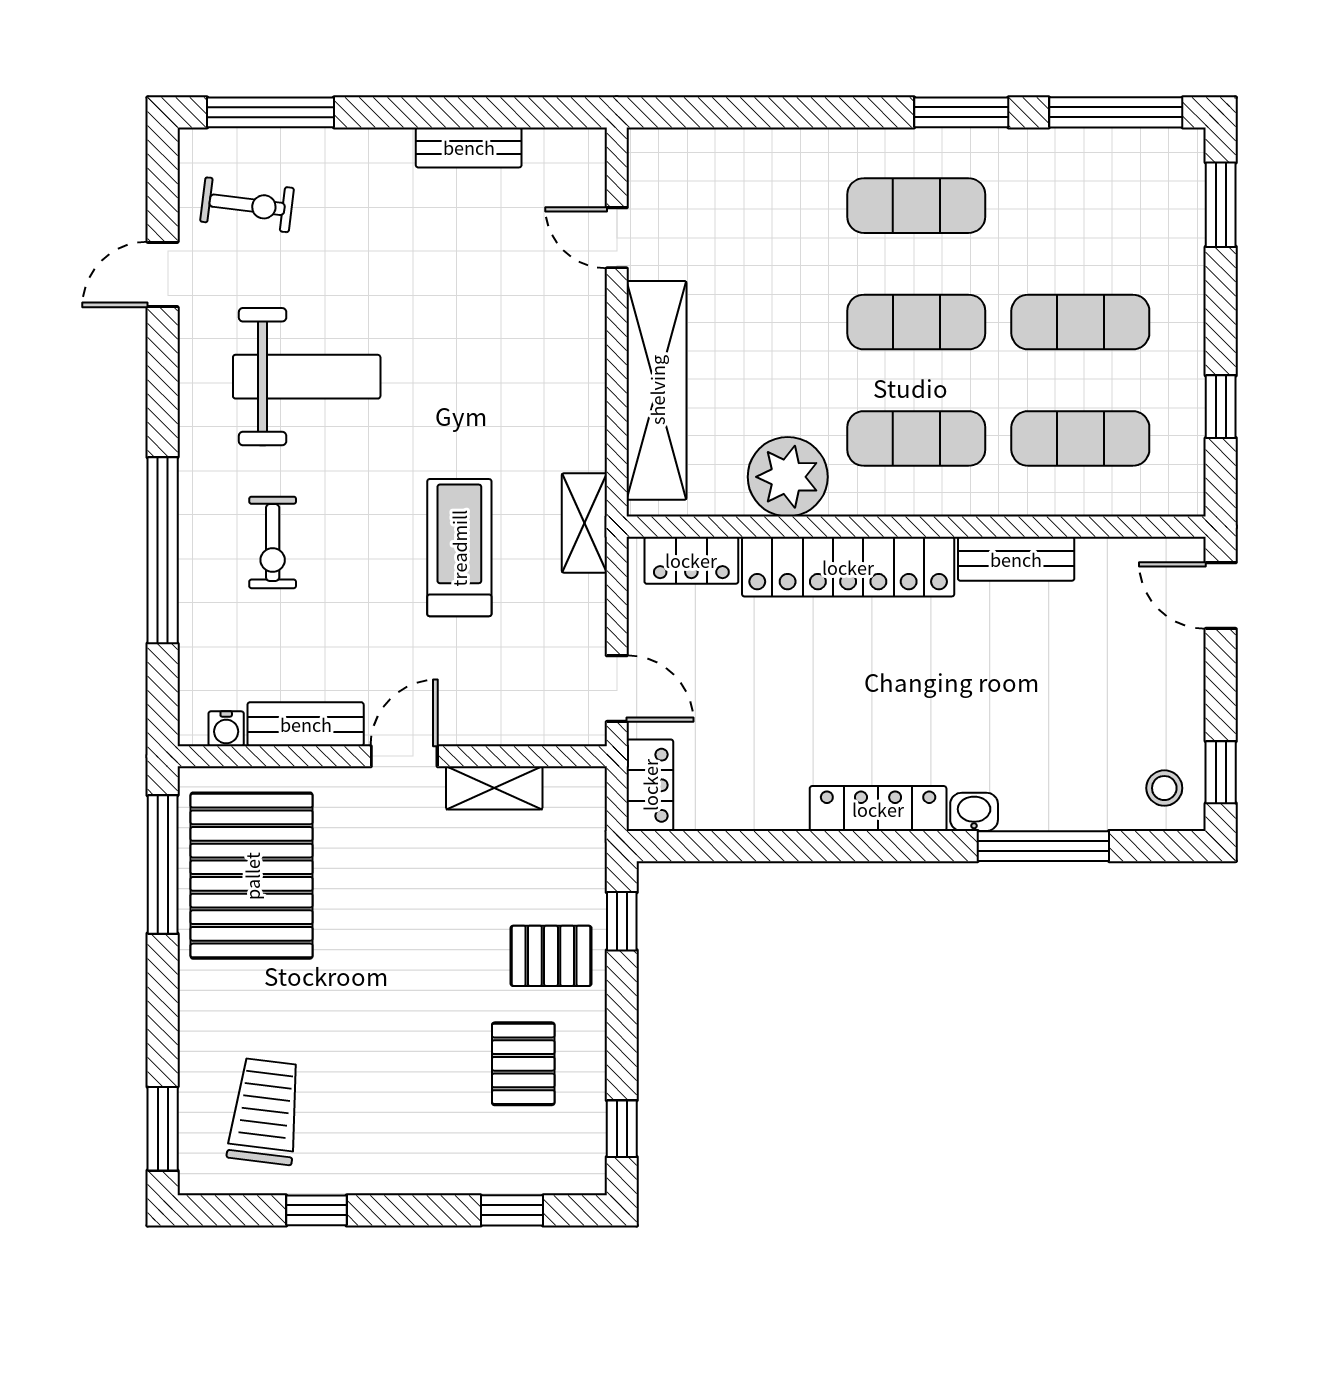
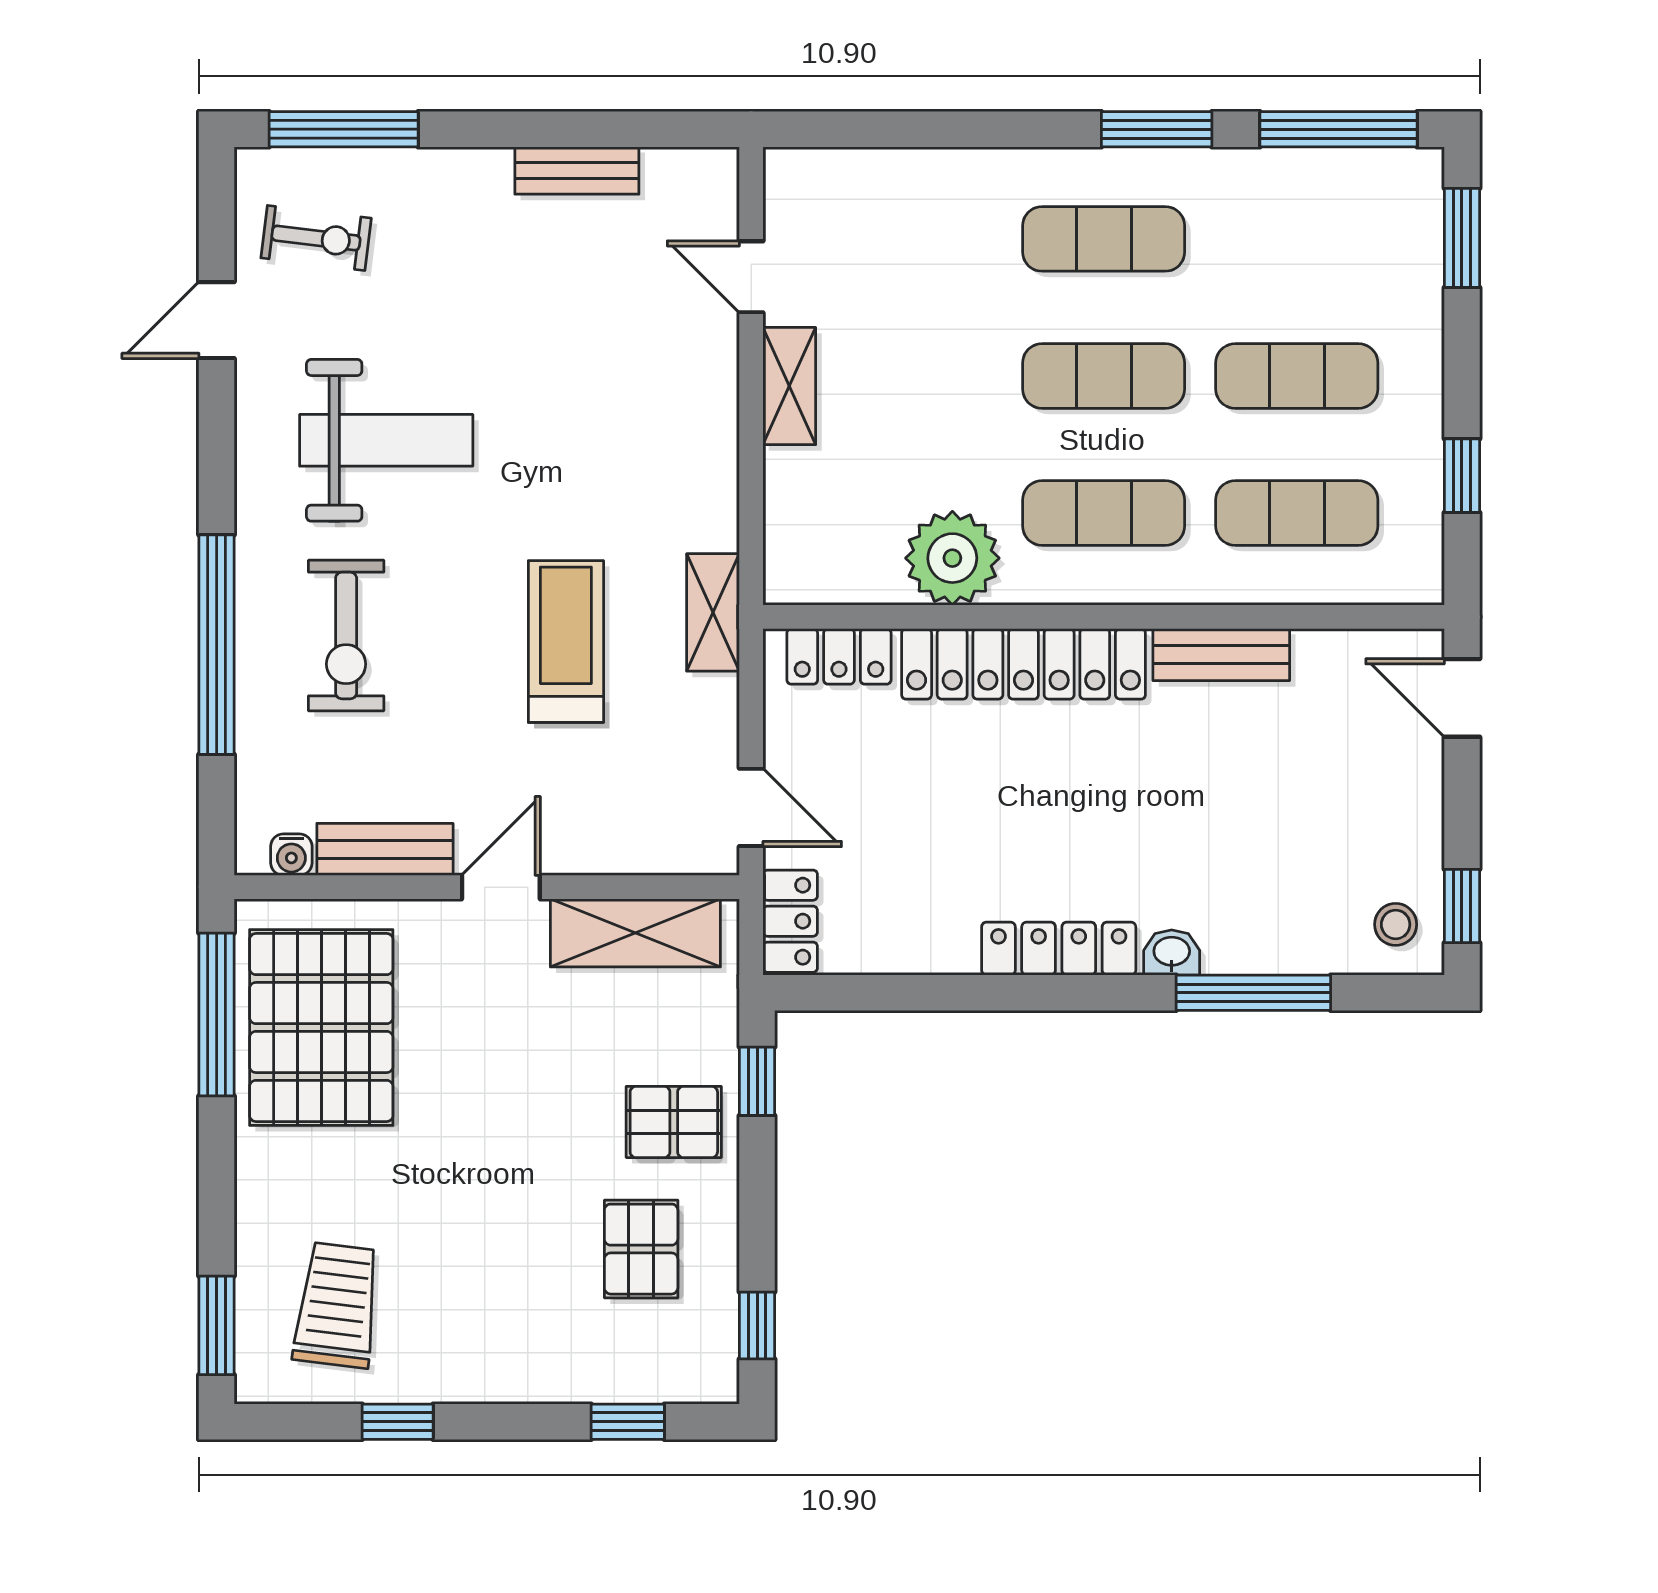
shelving: (657, 390) -> (789, 386), width x0.45, depth x0.75
exercise bike: (273, 543) -> (346, 635), width x1.38, depth x1.39
shelving: (494, 788) -> (635, 933), width x1.50, depth x1.33

